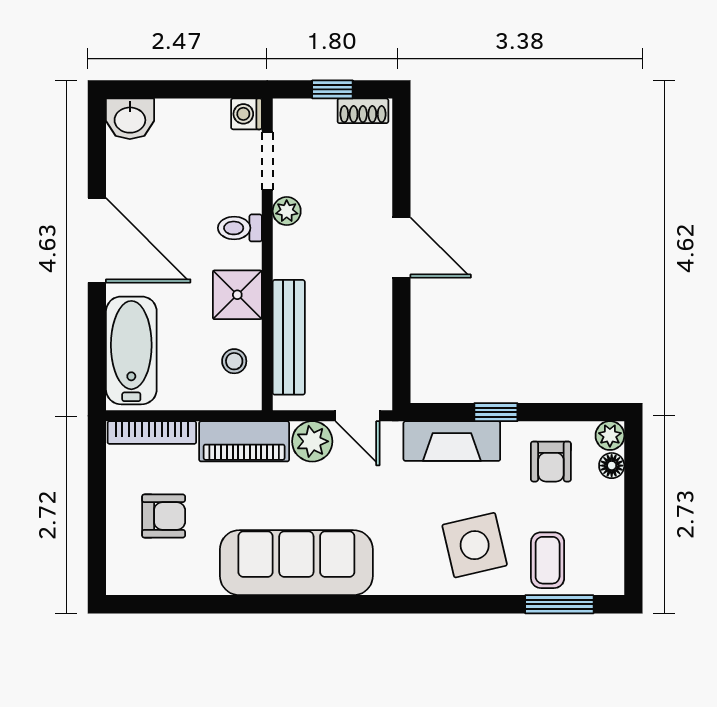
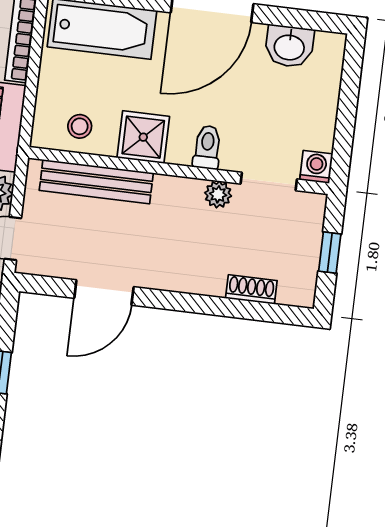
shoe rack: (363, 111) -> (251, 289), moved, turned 90
washbasin: (130, 119) -> (289, 46), moved, turned -90
door: (401, 248) -> (104, 292), moved

